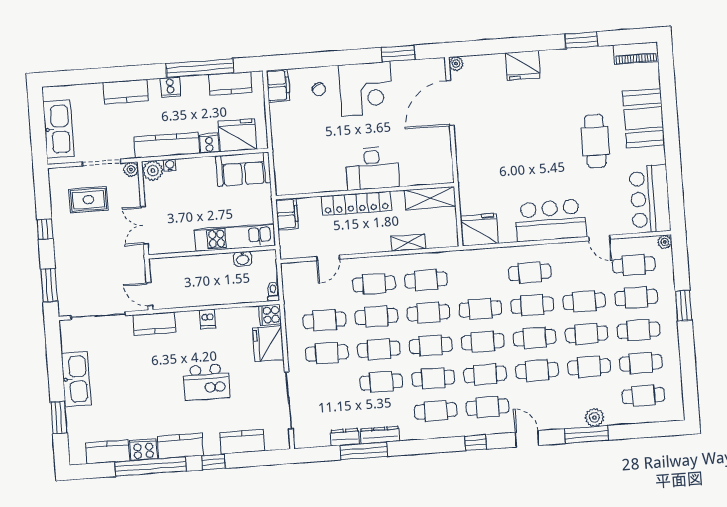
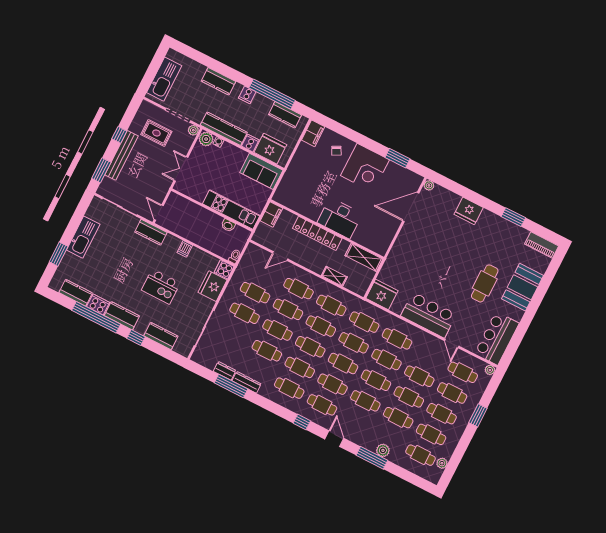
bench: (63, 252) -> (122, 155), added
cafe table: (478, 276) -> (364, 322), added
plant: (675, 390) -> (442, 463), added

